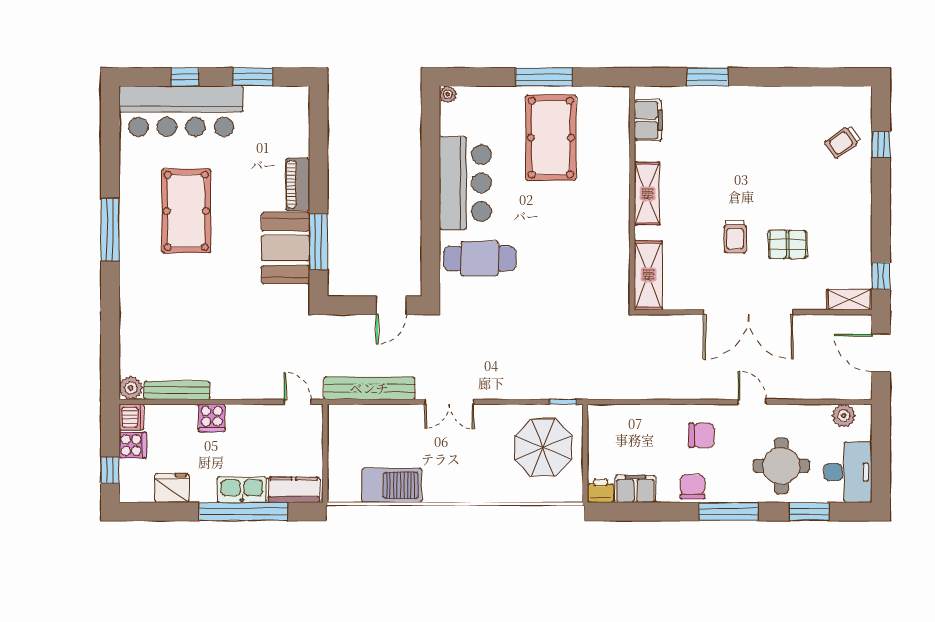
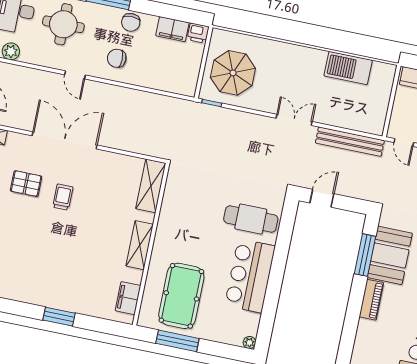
filing cabinet: (648, 120) -> (128, 298), moved
shelving: (647, 194) -> (140, 245), moved
wall: (632, 198) -> (151, 244), moved
shelving: (648, 275) -> (151, 186), moved

